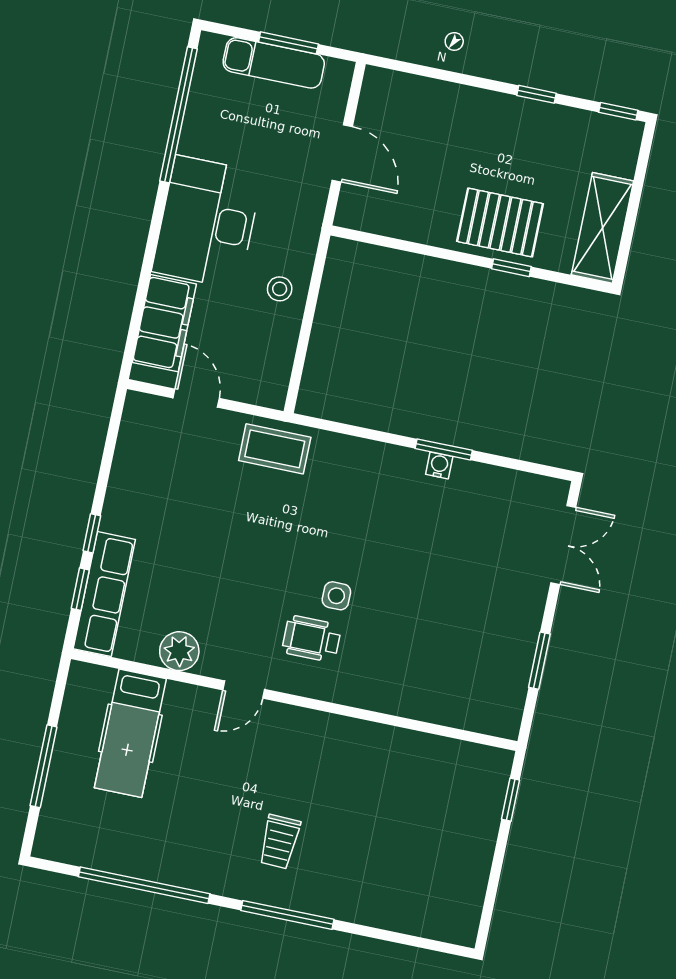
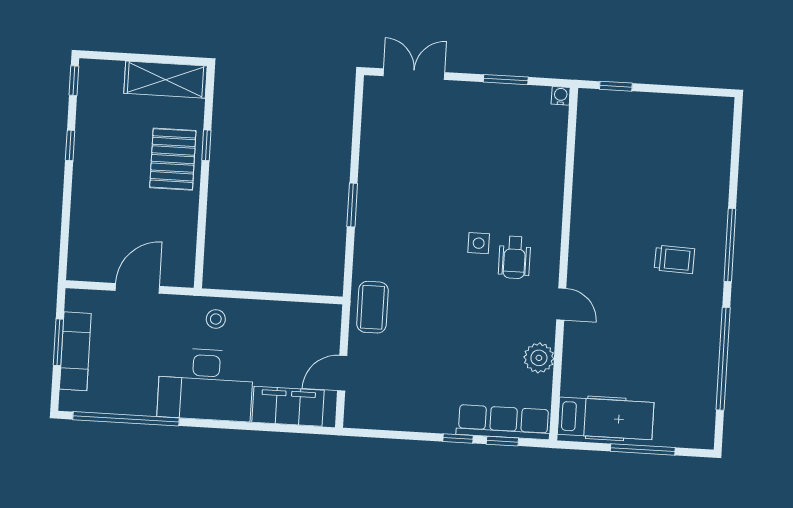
stool: (280, 289) -> (216, 319), moved
window: (444, 449) -> (352, 205), moved
water cooler: (439, 465) -> (561, 96), moved, turned 90
hospital bed: (130, 733) -> (606, 418), moved

